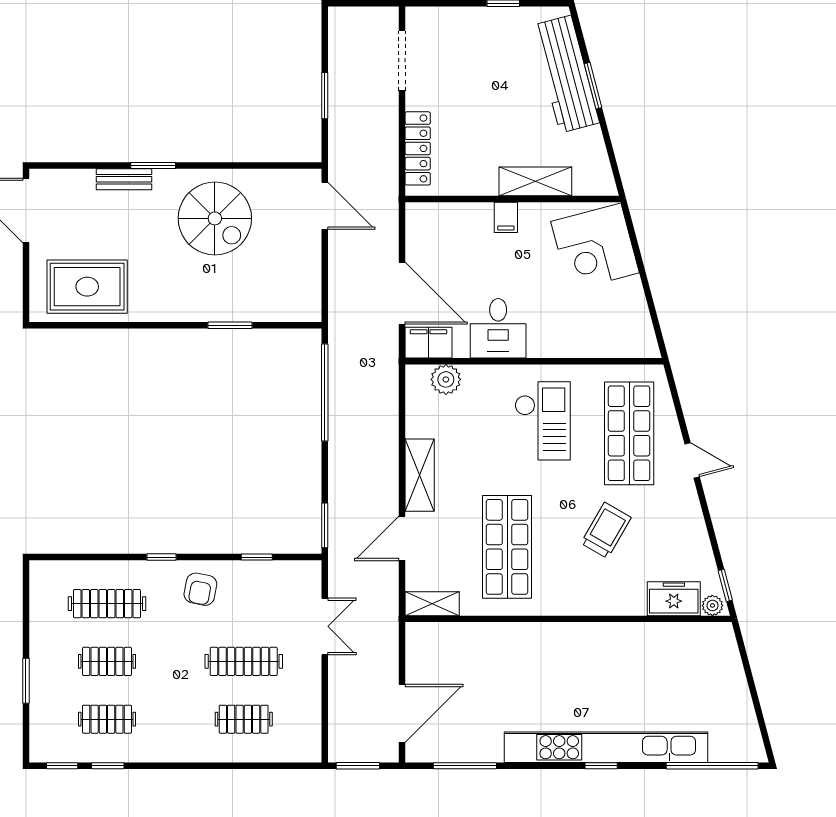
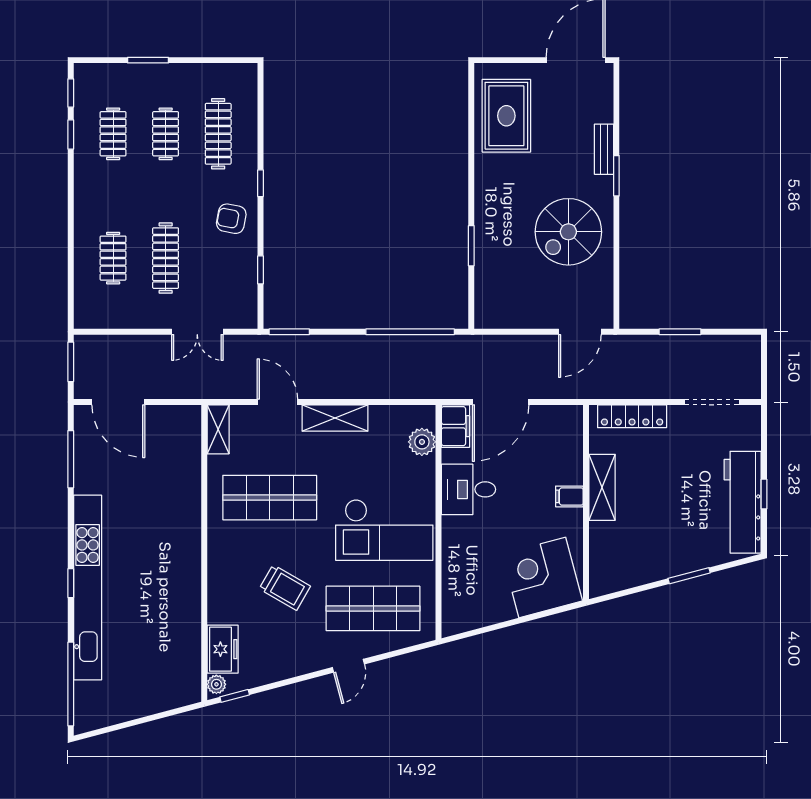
workbench: (566, 74) -> (743, 502), moved, turned -75
shelving: (535, 181) -> (602, 487), moved
checkout: (543, 421) -> (384, 530), width x1.36, depth x1.21

